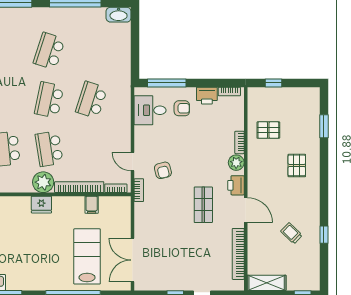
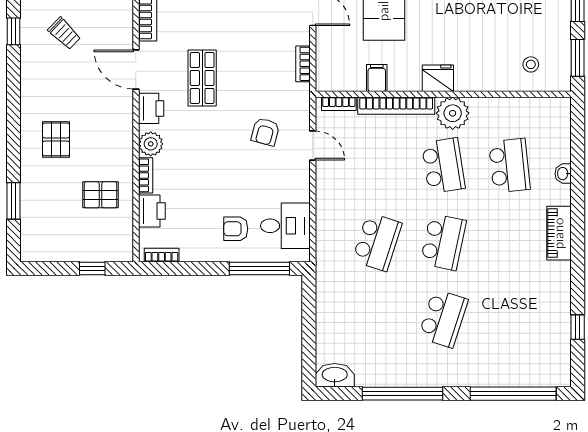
printer: (207, 96) -> (152, 211), moved, turned 90
armchair: (163, 170) -> (265, 132), turned -151
bookcase: (139, 190) -> (303, 64), moved
fridge: (41, 205) -> (438, 78), moved

